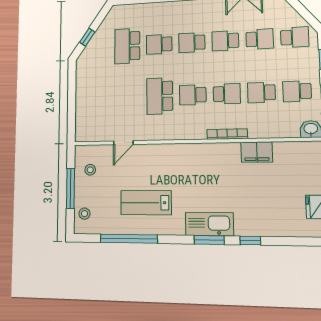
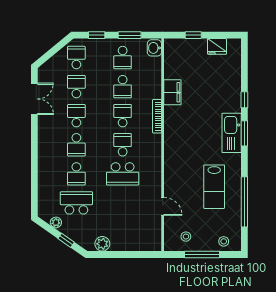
plant: (106, 25) -> (56, 222), added
school desk: (225, 41) -> (76, 116), turned 180
school desk: (127, 46) -> (76, 203), turned 180
plant: (83, 76) -> (102, 244), added
school desk: (193, 95) -> (123, 145), turned 180

